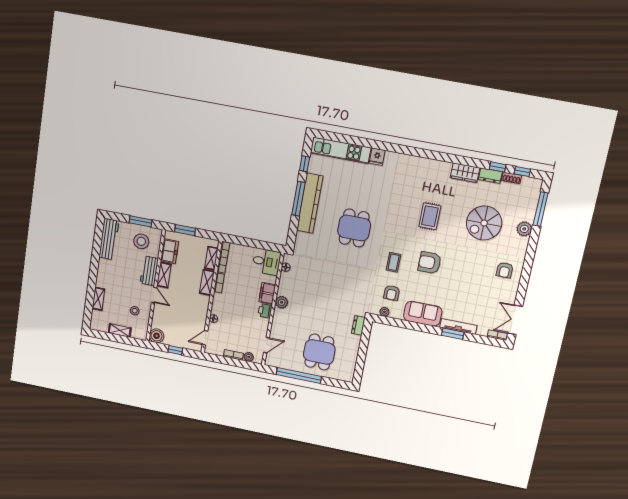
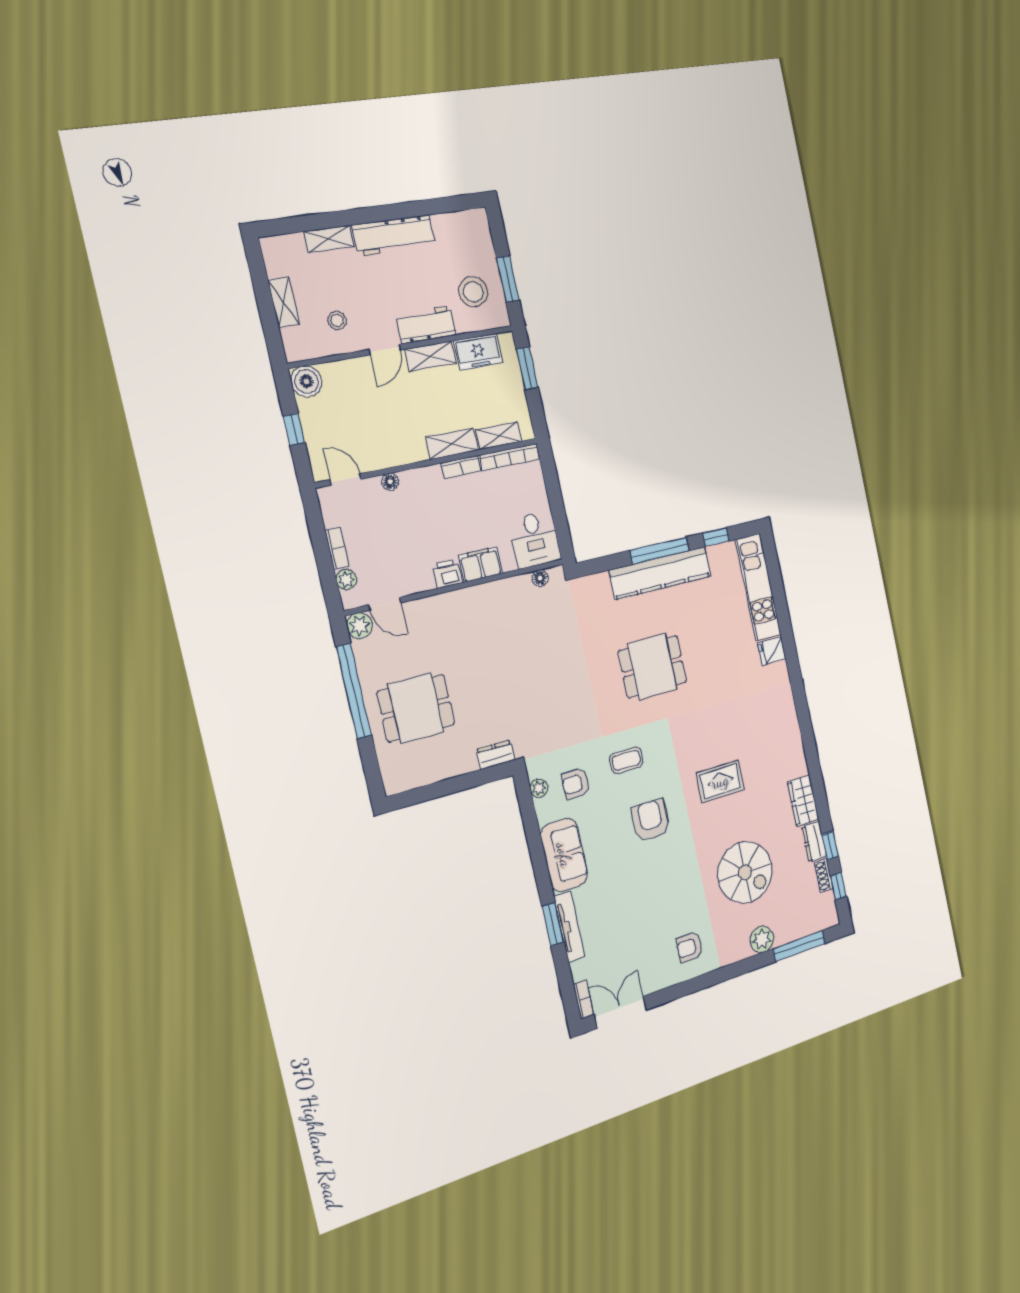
spiral stairs: (484, 223) -> (745, 872), turned 180
workbench: (109, 239) -> (394, 235), moved
plant: (282, 302) -> (360, 626), moved

